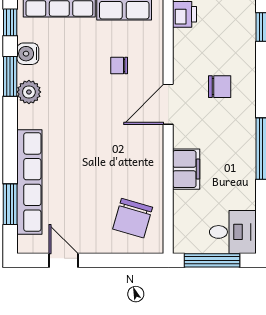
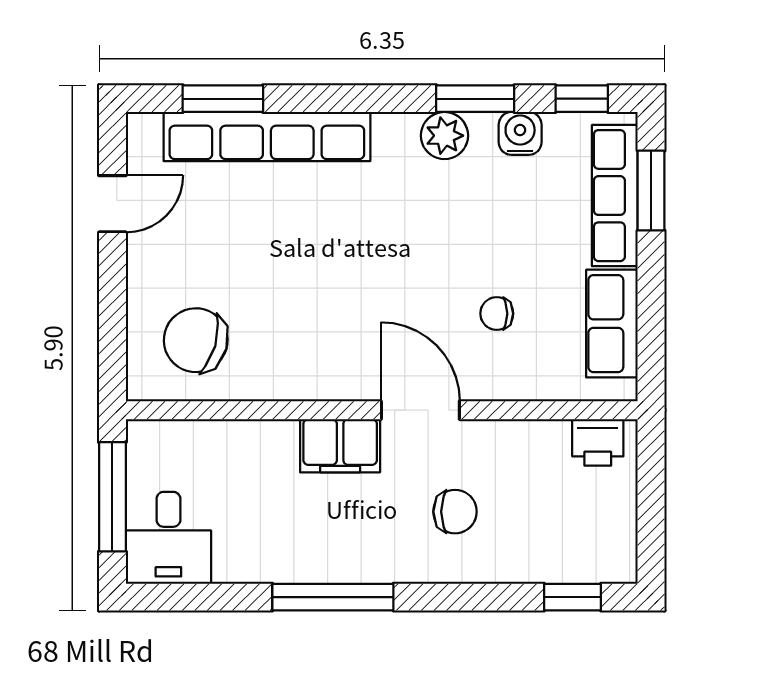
chair: (119, 65) -> (497, 314), turned -90
chair: (220, 87) -> (455, 512), turned -90
filing cabinet: (186, 169) -> (340, 446), moved

